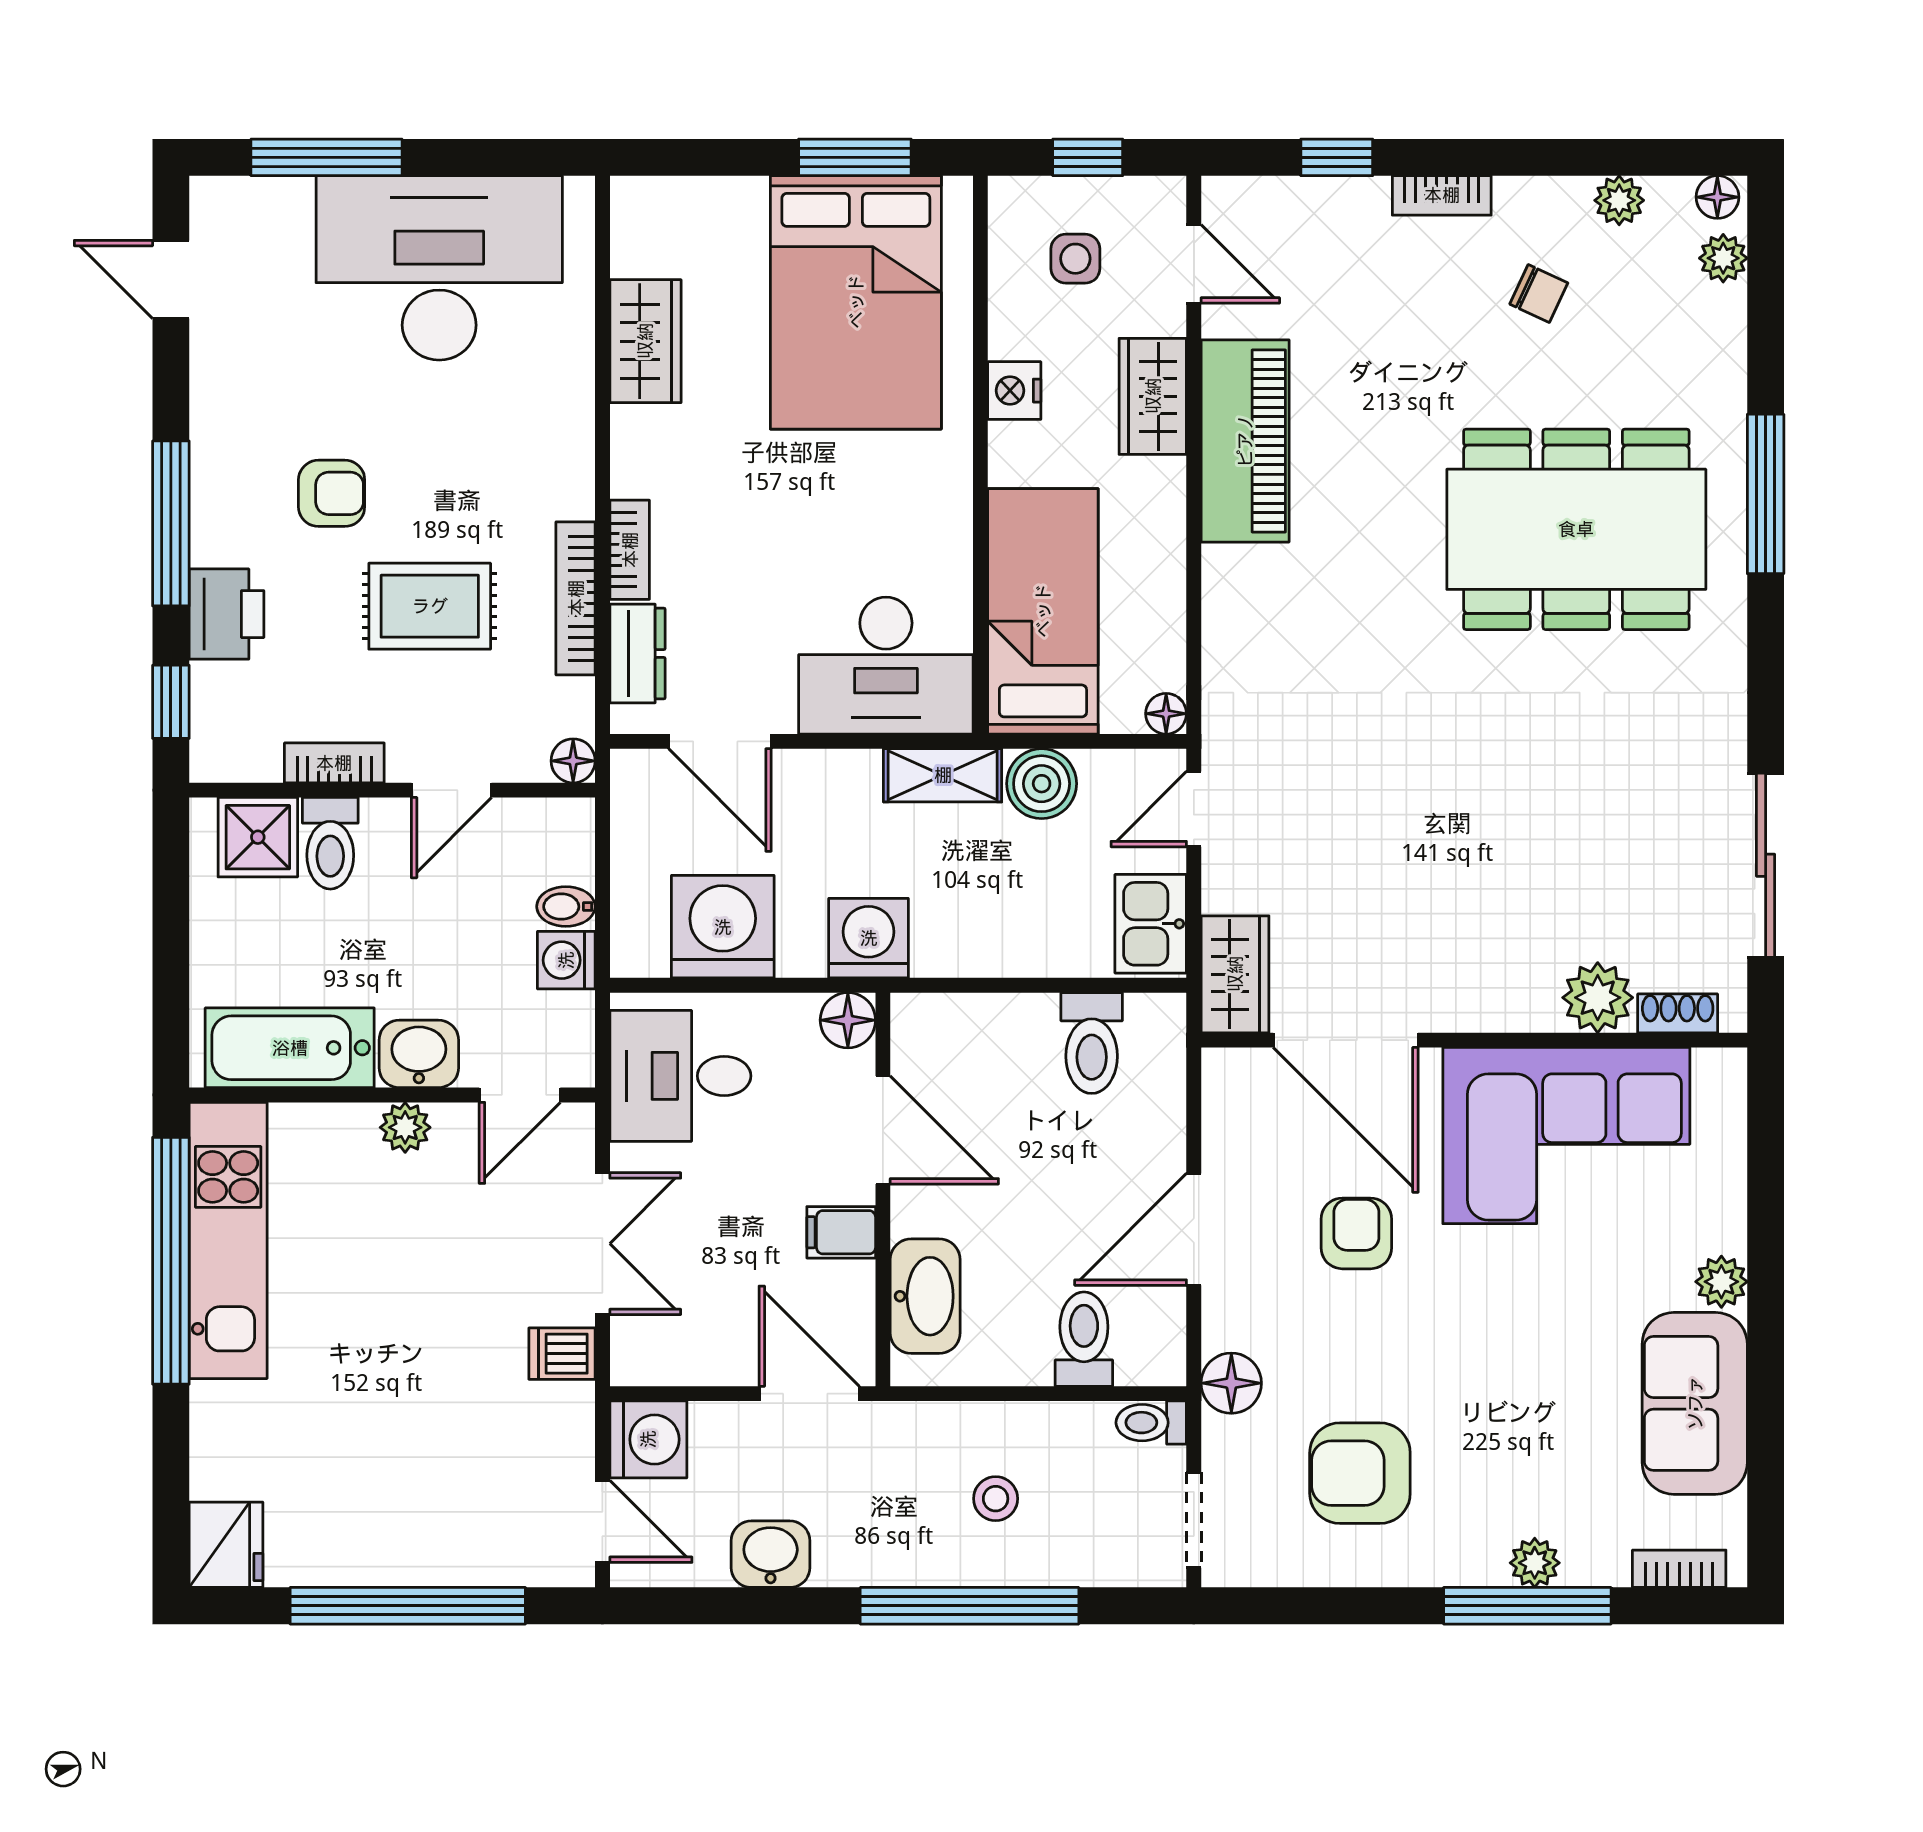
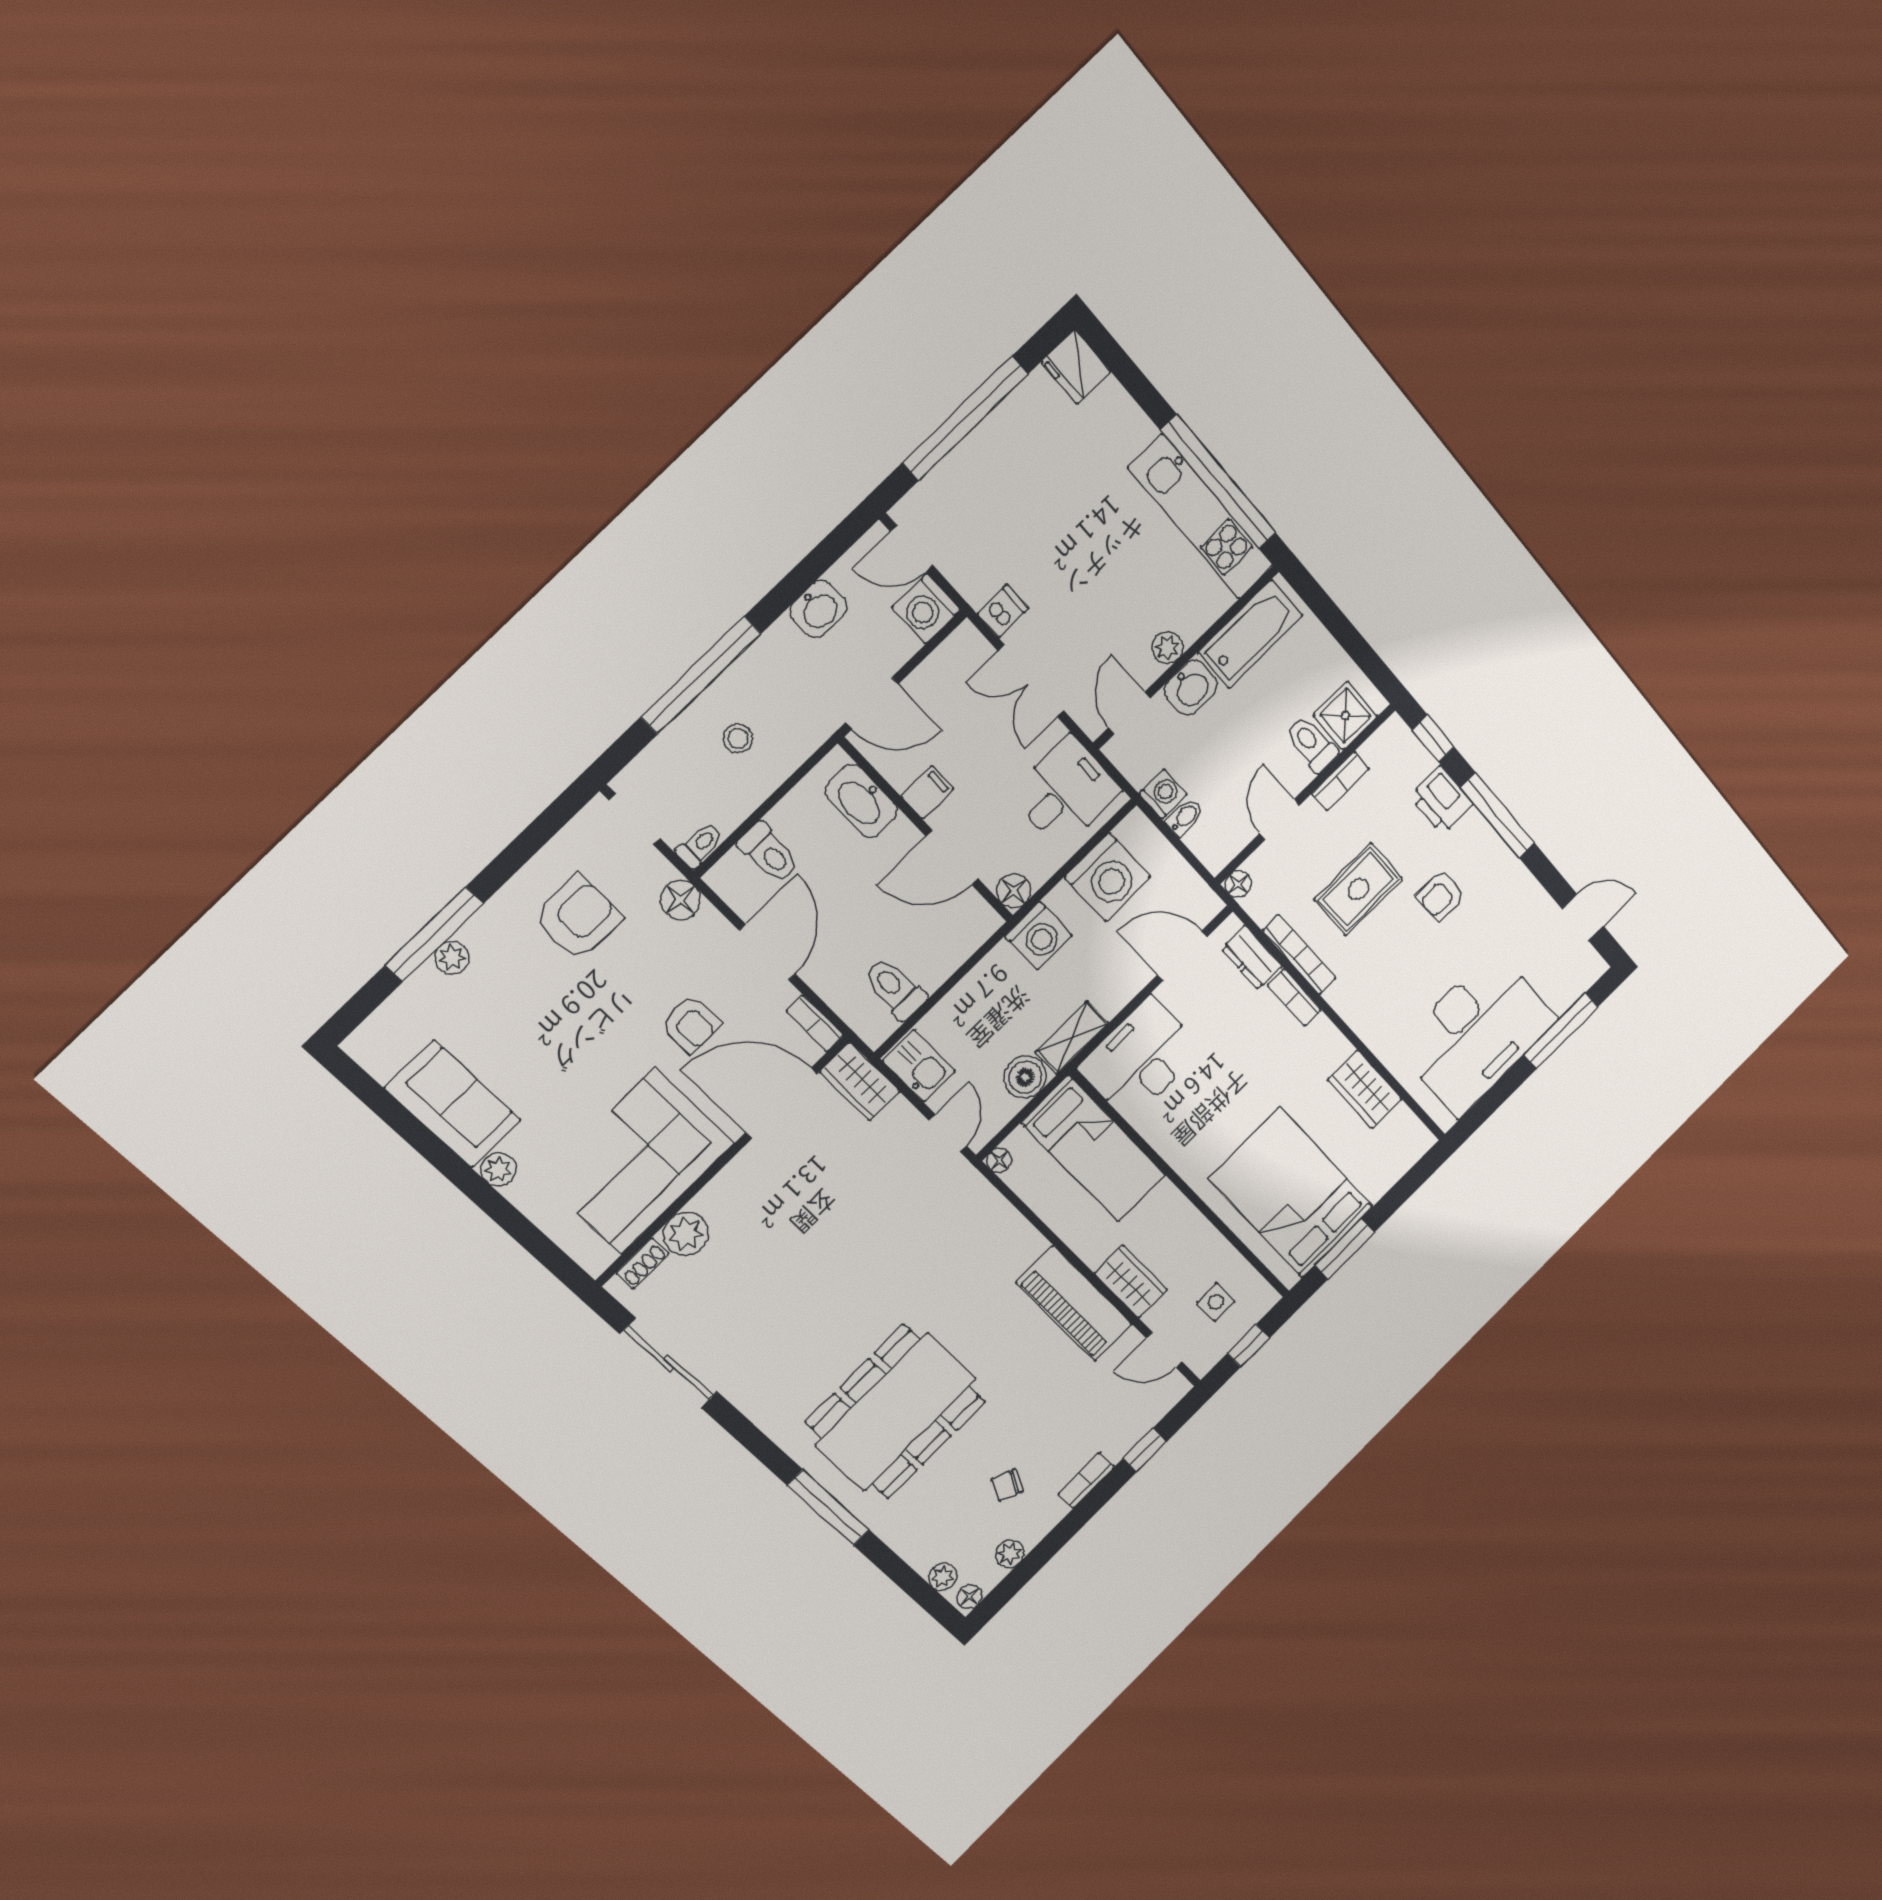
nightstand: (1014, 391) -> (1192, 1225), removed
bookcase: (1679, 1569) -> (815, 1023), moved, turned 90

